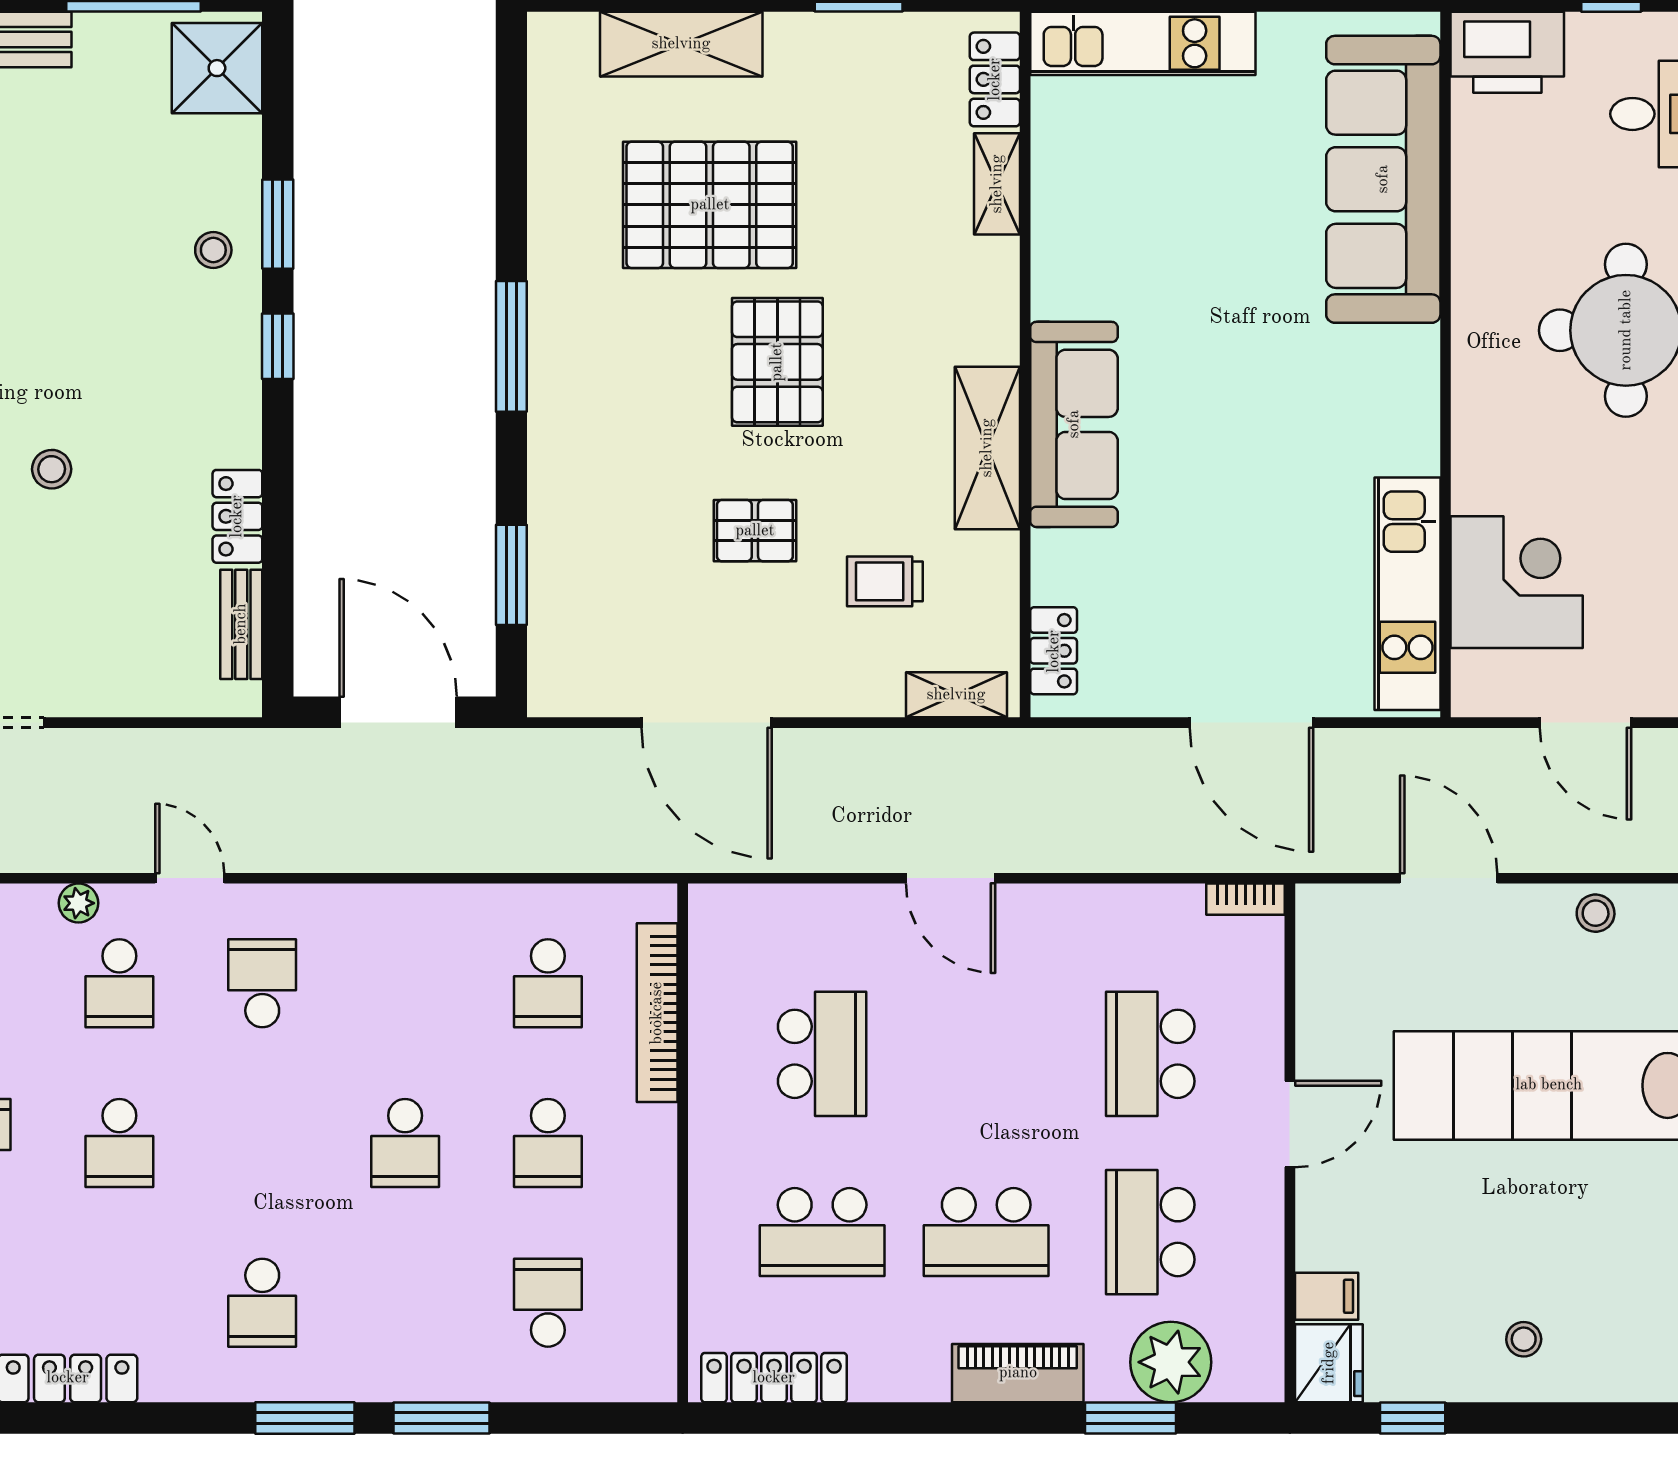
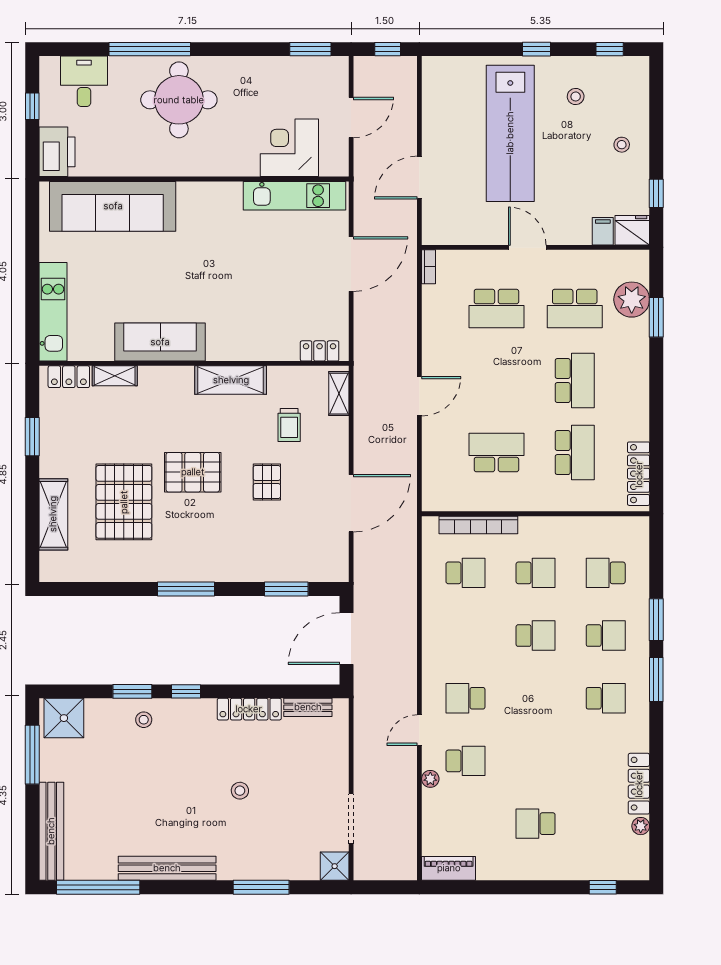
sofa: (1074, 424) -> (160, 342), moved
locker: (237, 516) -> (249, 709), width x1.53
stool: (1596, 913) -> (576, 96), moved
school desk: (119, 1143) -> (606, 636), moved
piano: (1018, 1373) -> (637, 367), removed

